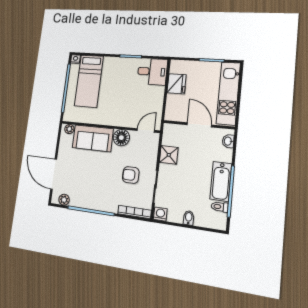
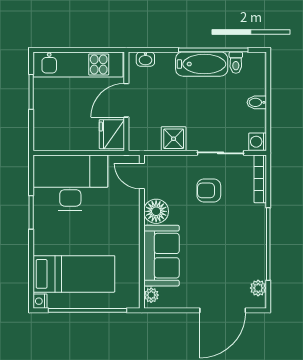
desk: (152, 72) -> (70, 183), width x1.87, depth x1.30
fridge: (177, 84) -> (112, 134), moved, turned -90
armchair: (131, 175) -> (209, 190), turned 90

